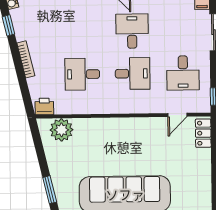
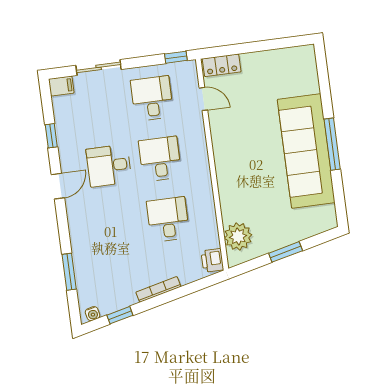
desk: (183, 73) -> (152, 98), turned -90
desk: (82, 74) -> (168, 219), turned 180
window: (50, 190) -> (286, 252), moved

